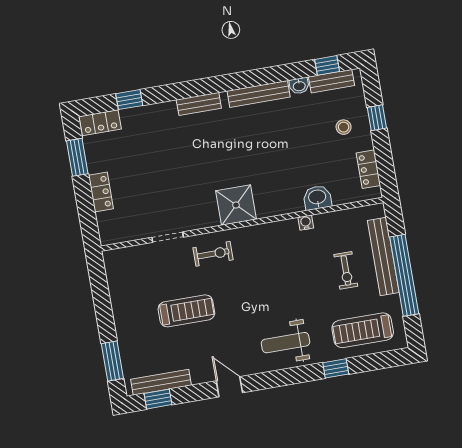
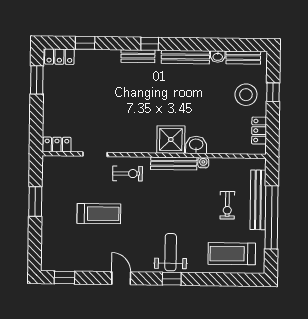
window: (327, 65) -> (150, 44), moved
stool: (344, 127) -> (246, 95), width x1.89, depth x1.89
locker: (101, 192) -> (57, 144), moved, turned -90
washbasin: (317, 198) -> (196, 145), moved
shower: (236, 205) -> (171, 139), moved
weight bench: (286, 343) -> (171, 252), turned 90
window: (112, 361) -> (35, 202), moved
window: (336, 368) -> (172, 279), moved
bench: (161, 382) -> (174, 164), moved

